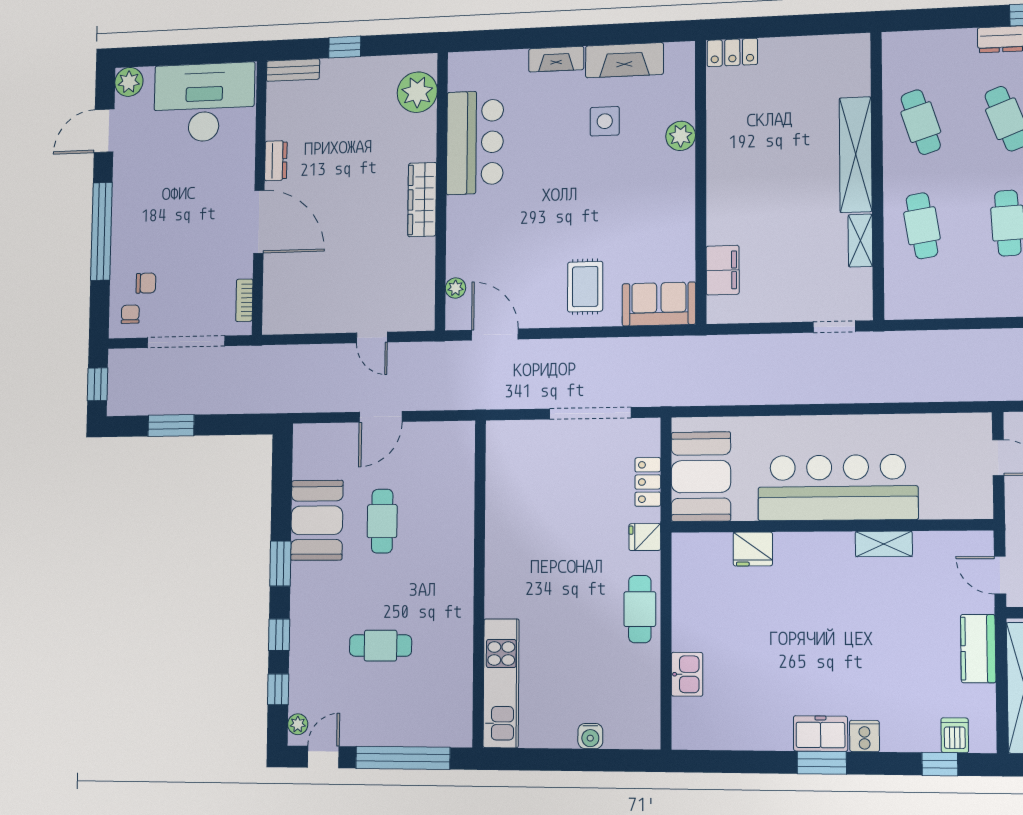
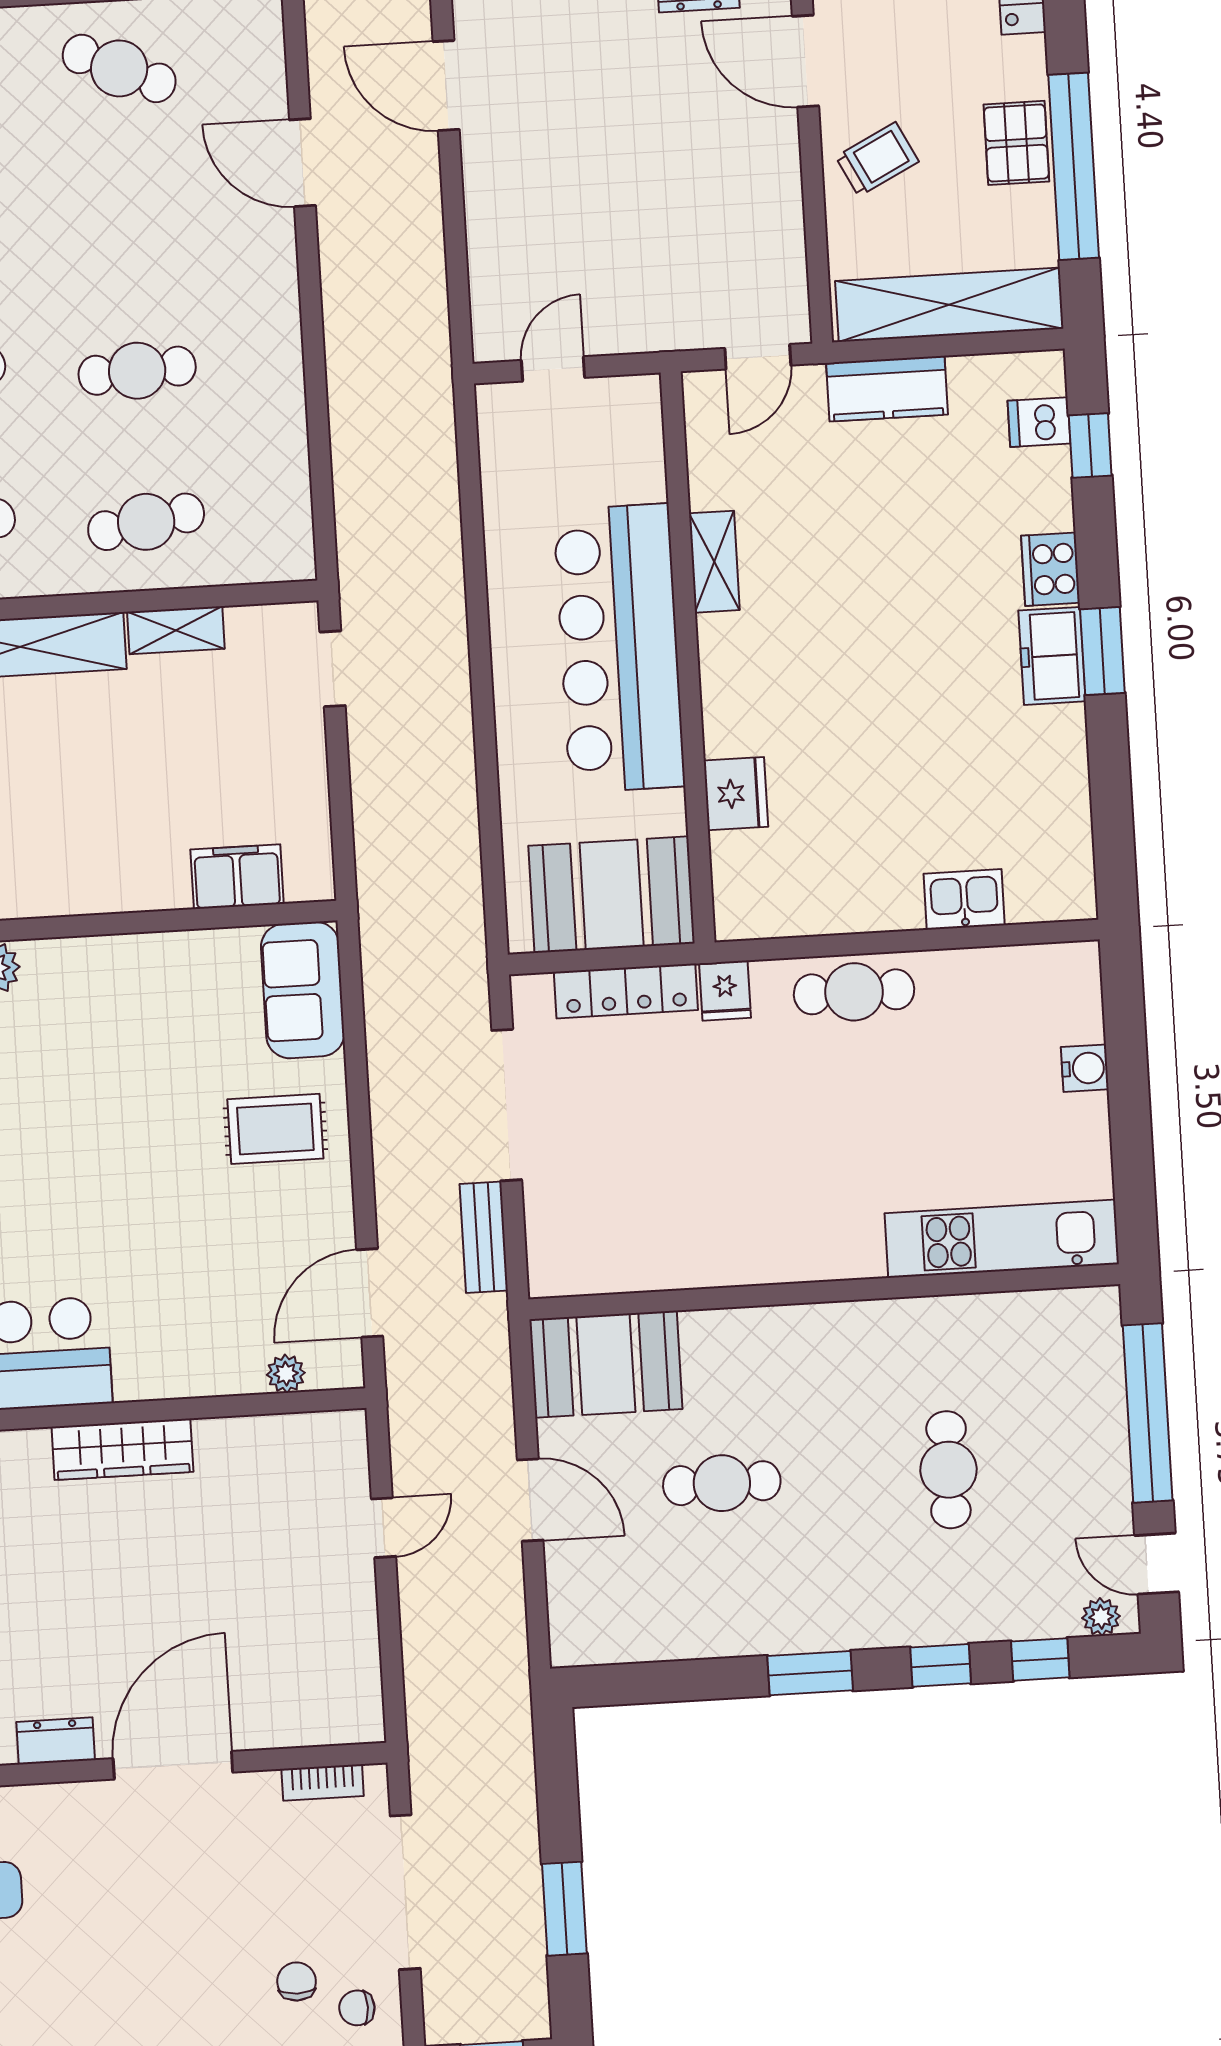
bench: (520, 398) -> (484, 1237), added
locker: (648, 482) -> (626, 991), width x1.53
booth: (317, 520) -> (606, 1364), moved
cooker: (864, 736) -> (1050, 569), width x1.36

